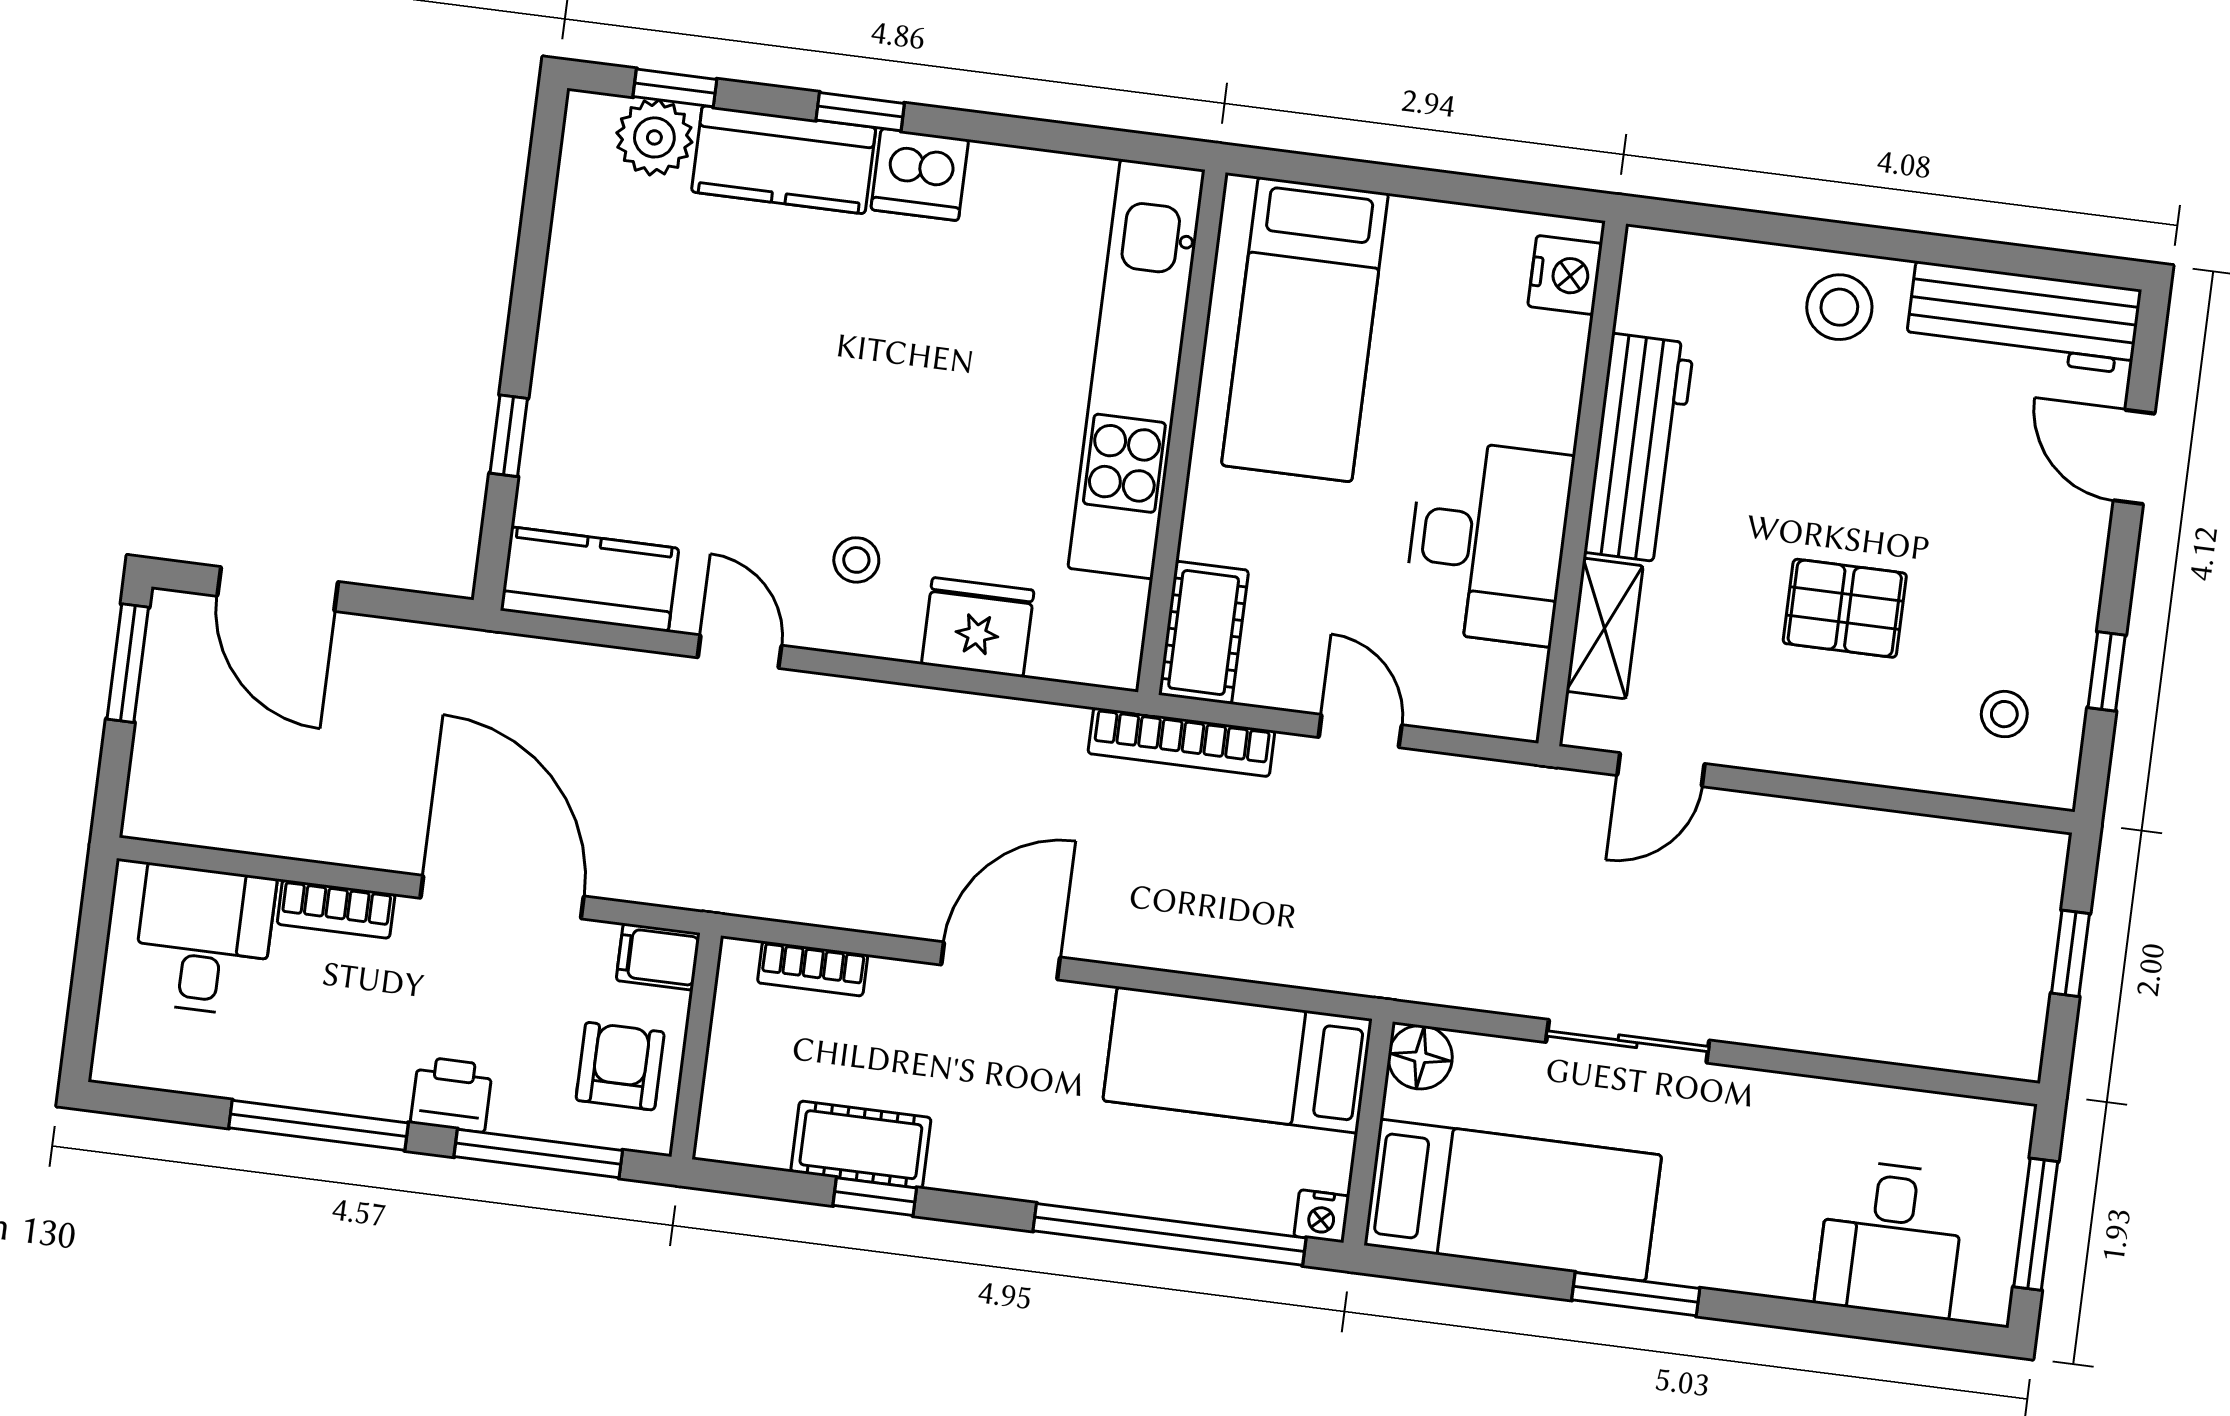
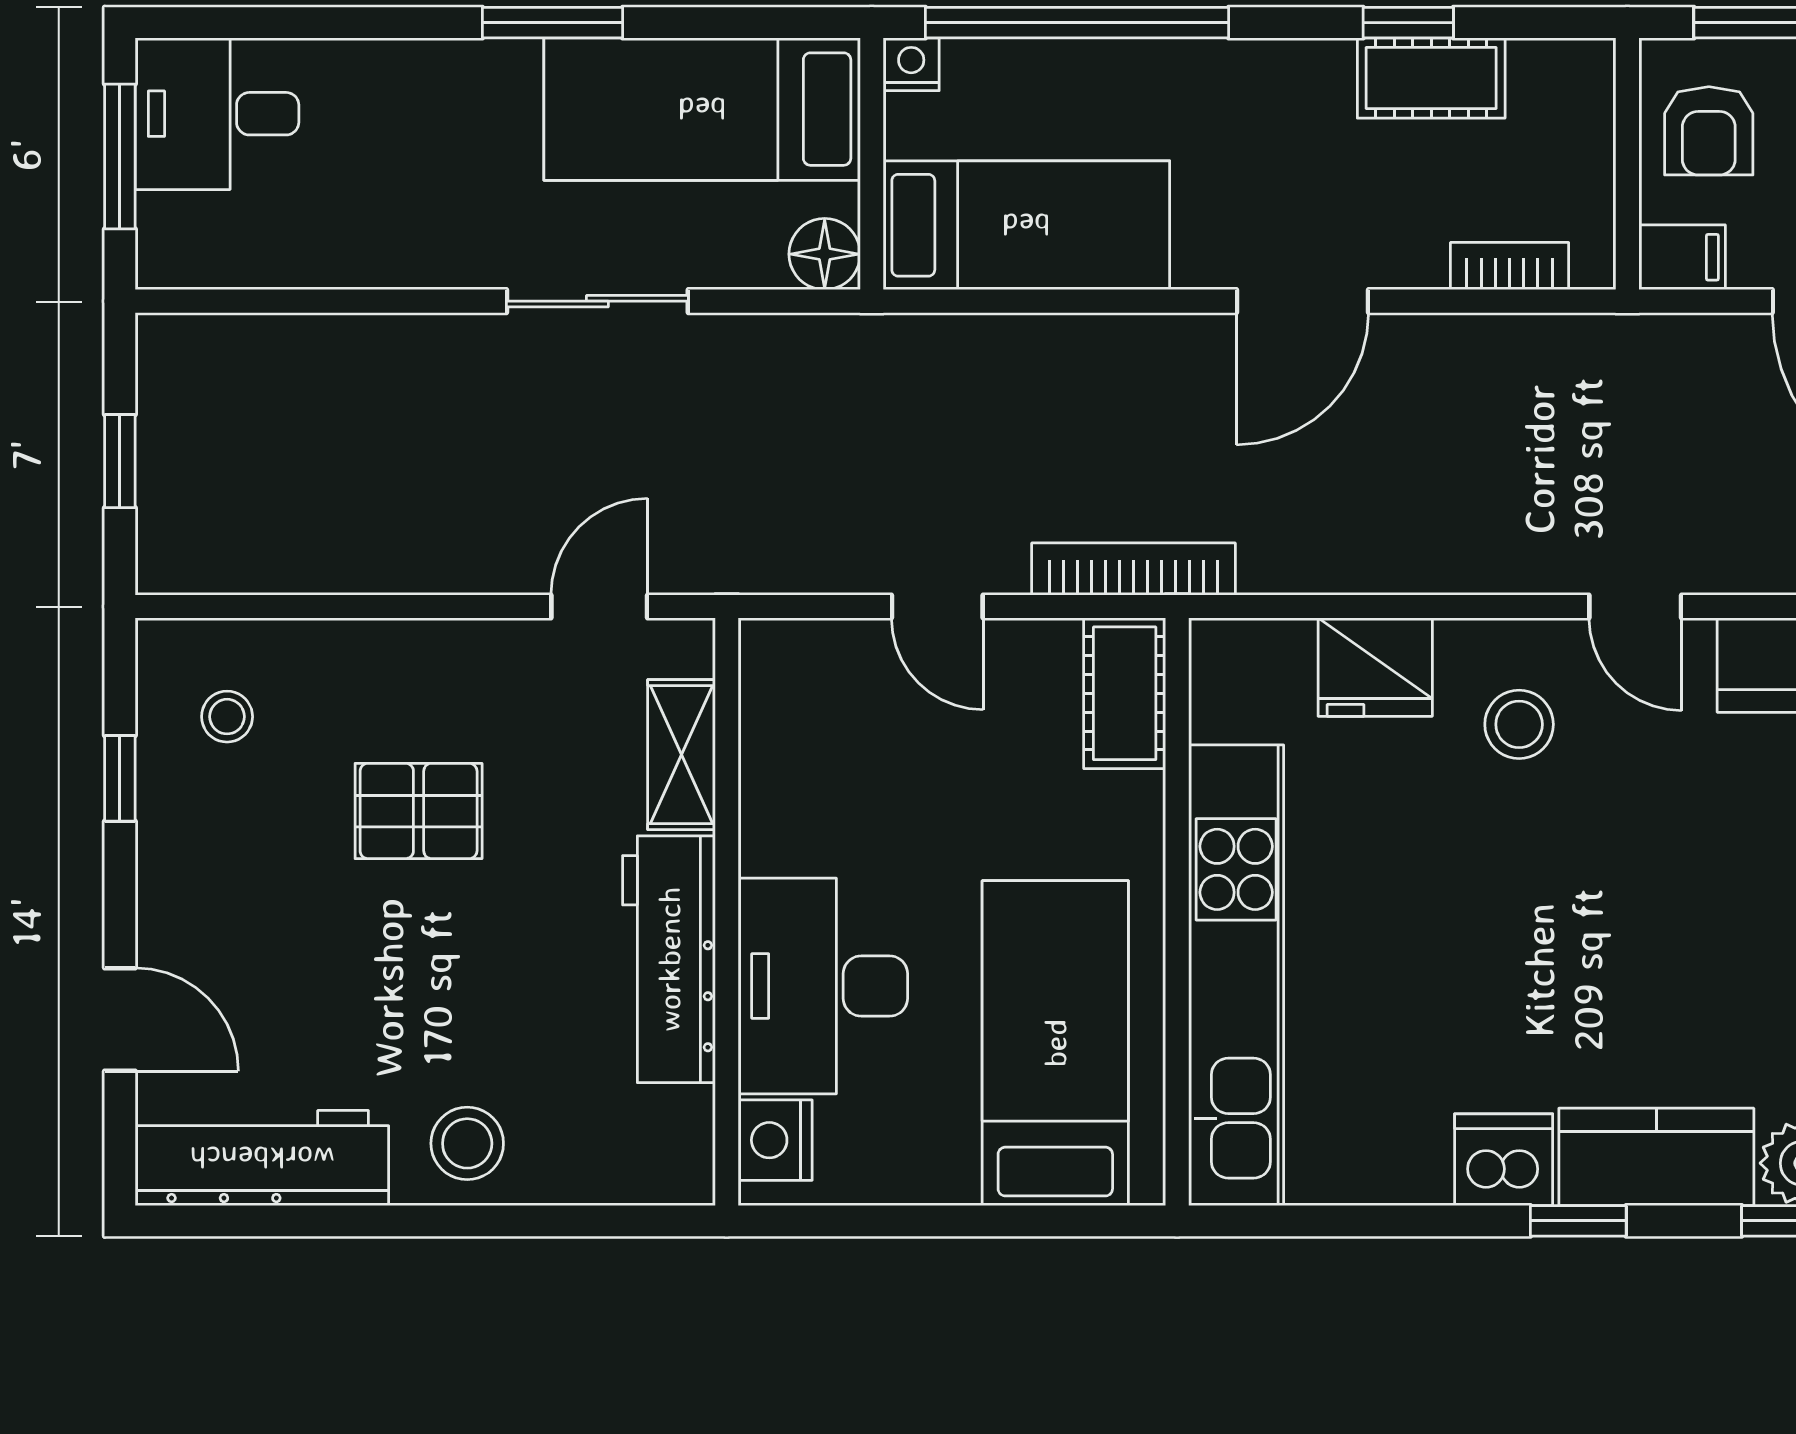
desk: (1488, 542) -> (823, 986), moved
stool: (856, 560) -> (1519, 724), width x1.37, depth x1.37
desk: (1891, 1239) -> (217, 114), moved, turned -90

